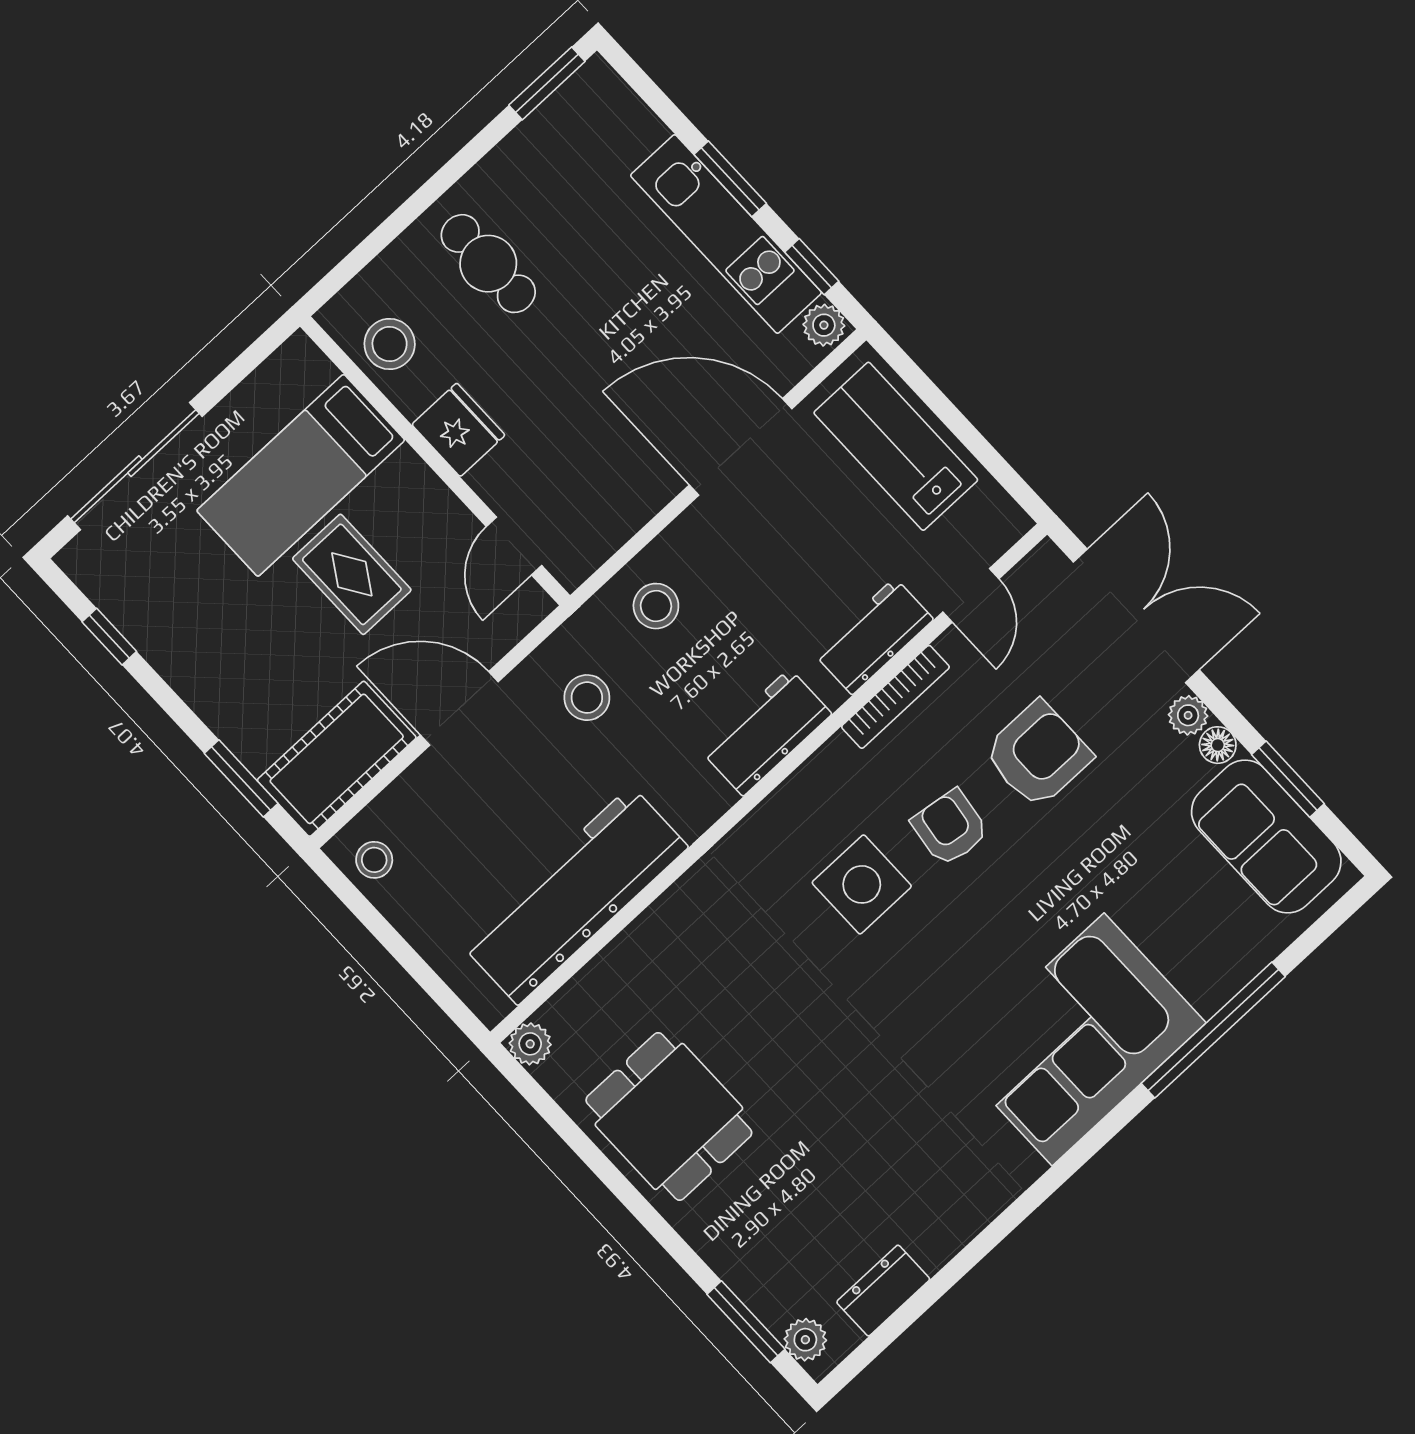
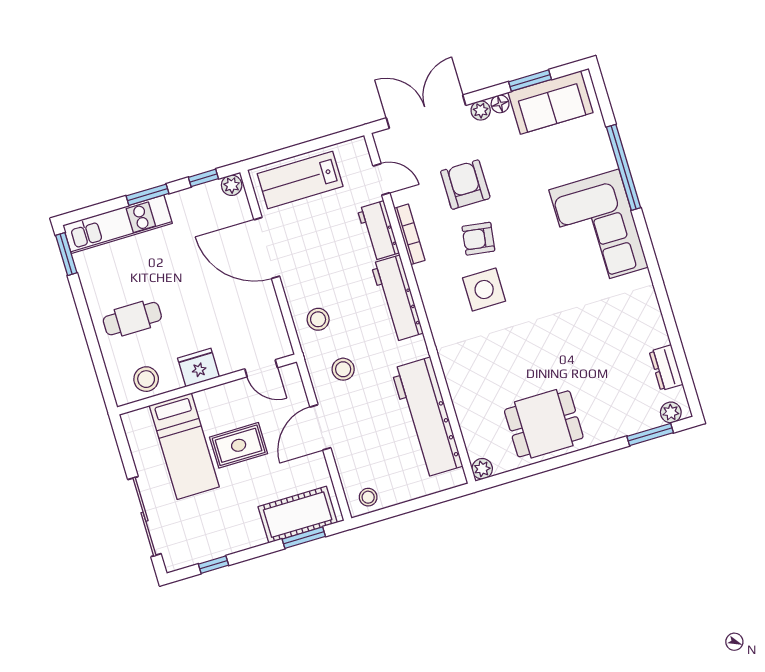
kitchen unit: (726, 234) -> (118, 224), moved
door: (741, 447) -> (267, 248), hinge flipped
workbench: (766, 732) -> (397, 298), width x1.38
cot: (337, 759) -> (298, 515), moved, turned 90

